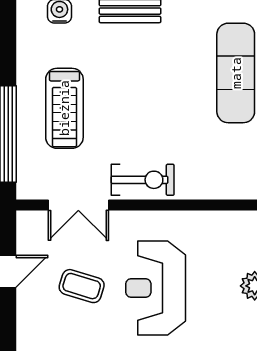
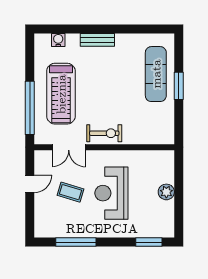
treadmill: (64, 108) -> (61, 94), width x1.37, depth x1.38

